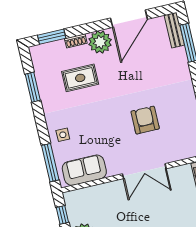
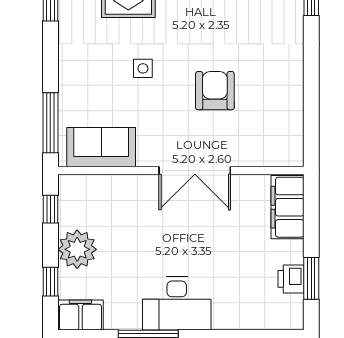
side table: (63, 135) -> (143, 68), moved

